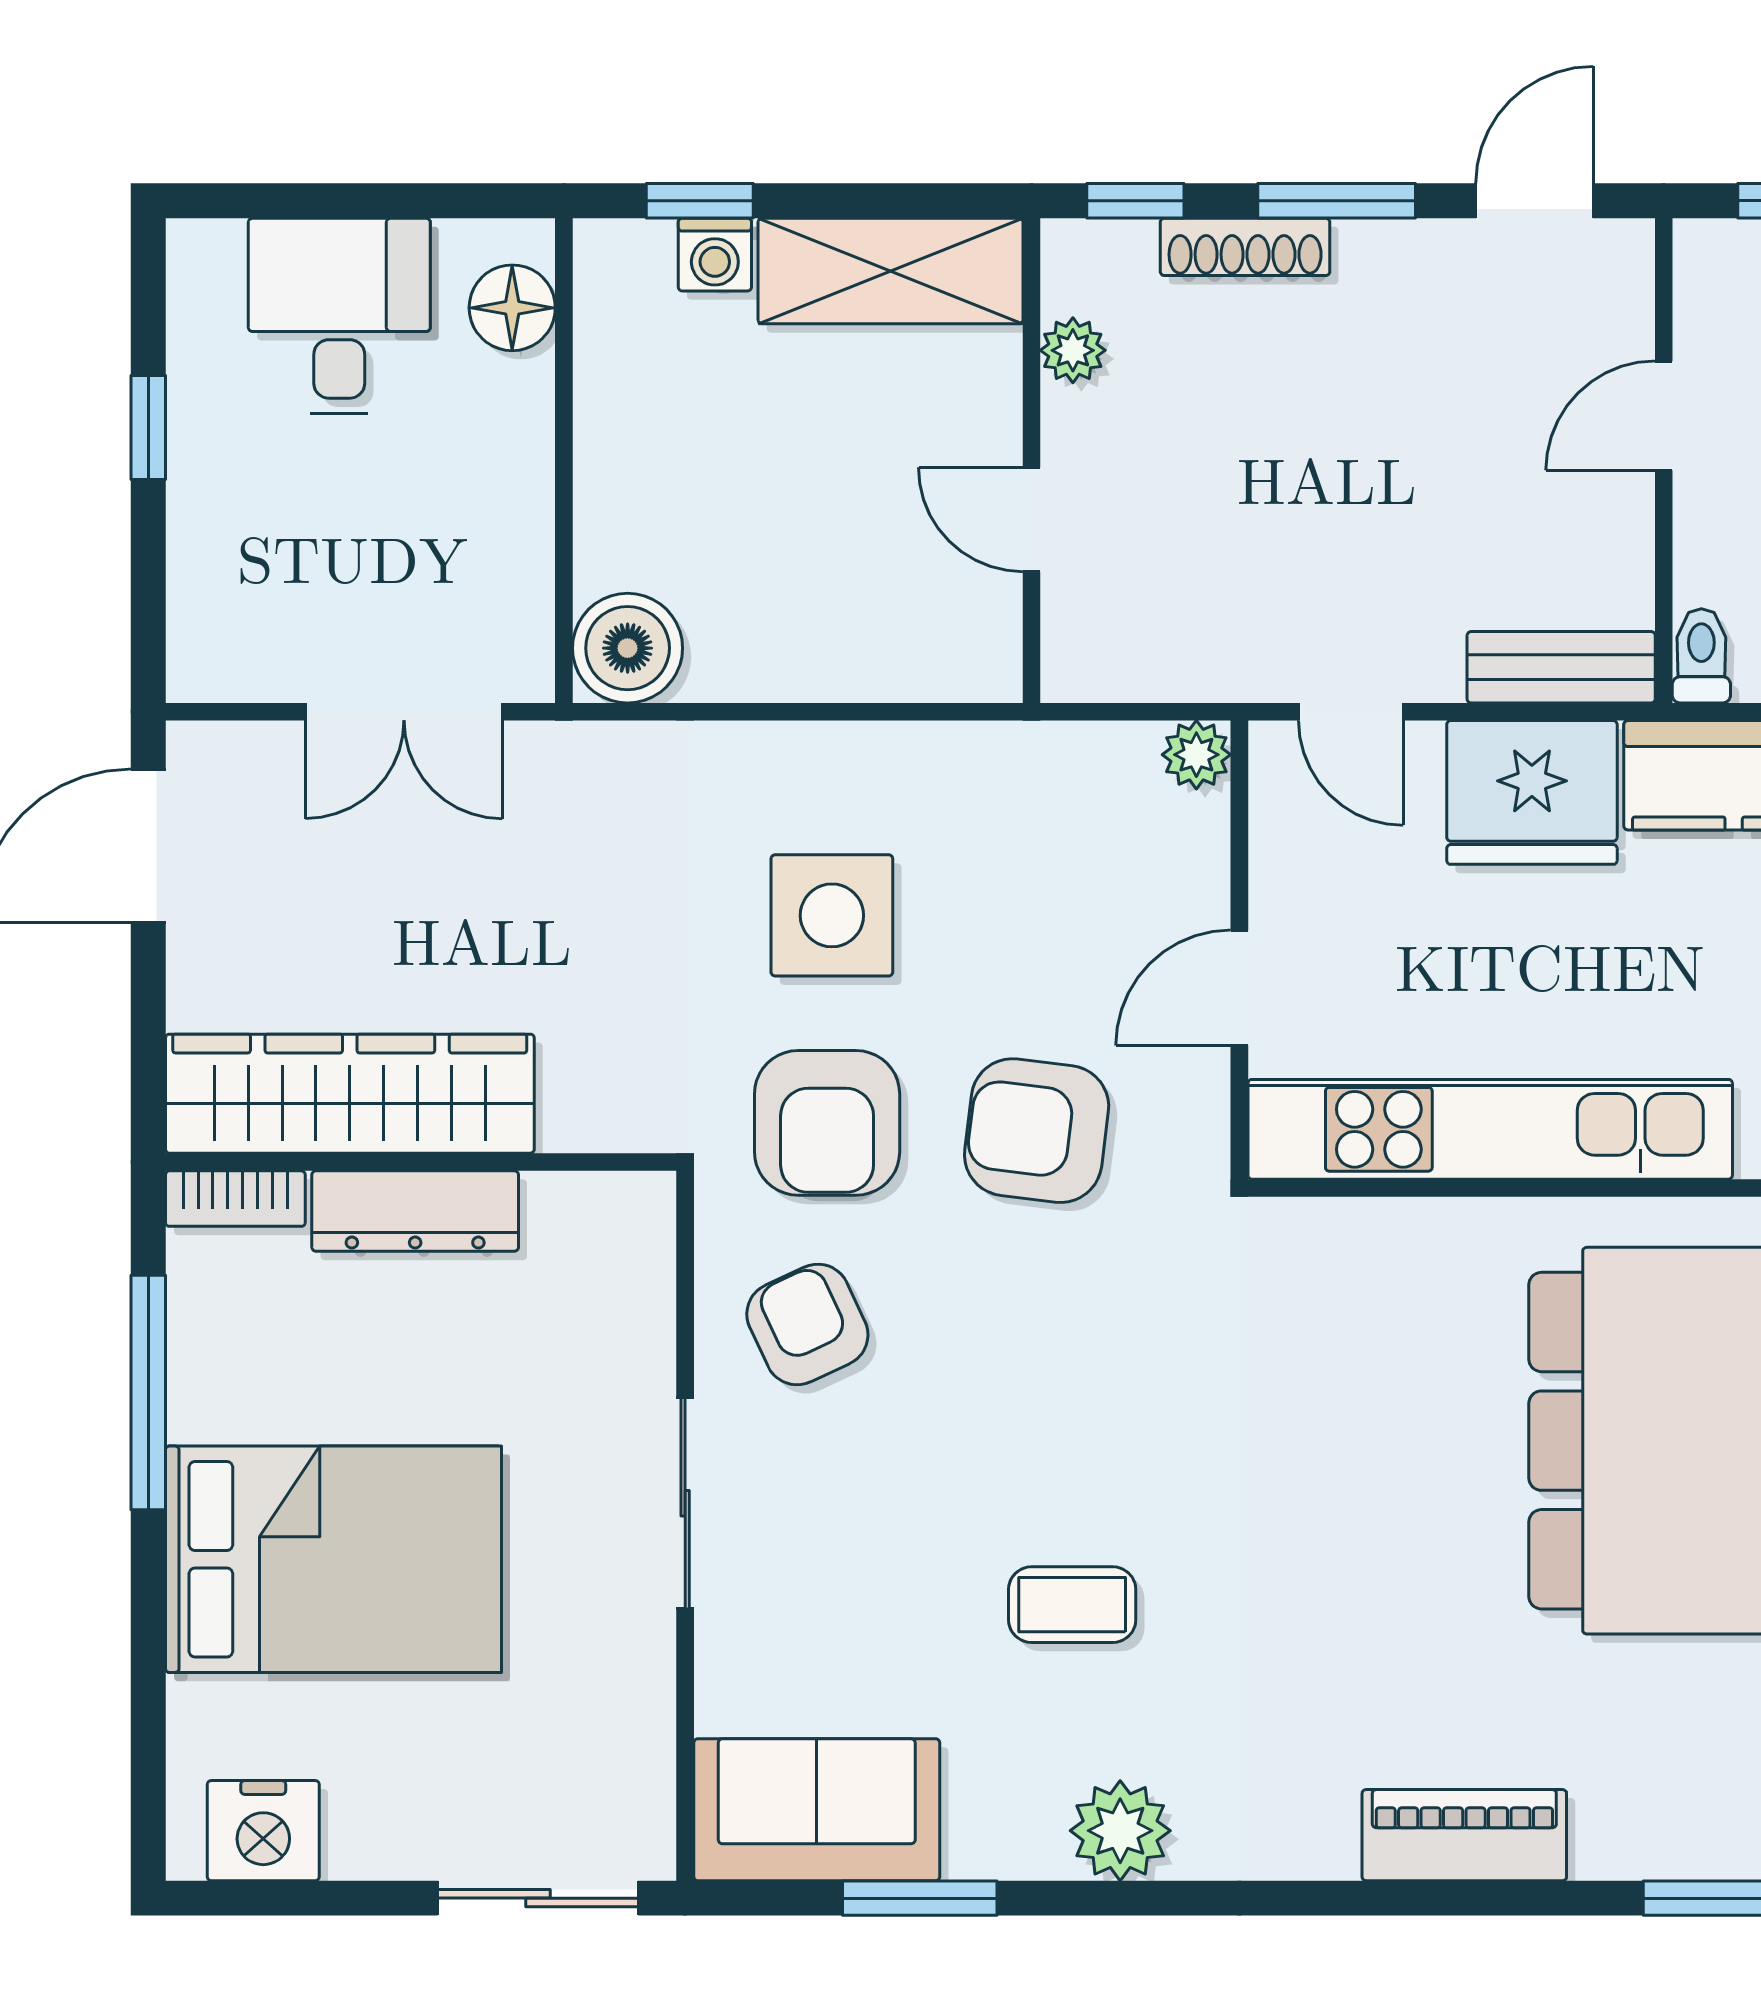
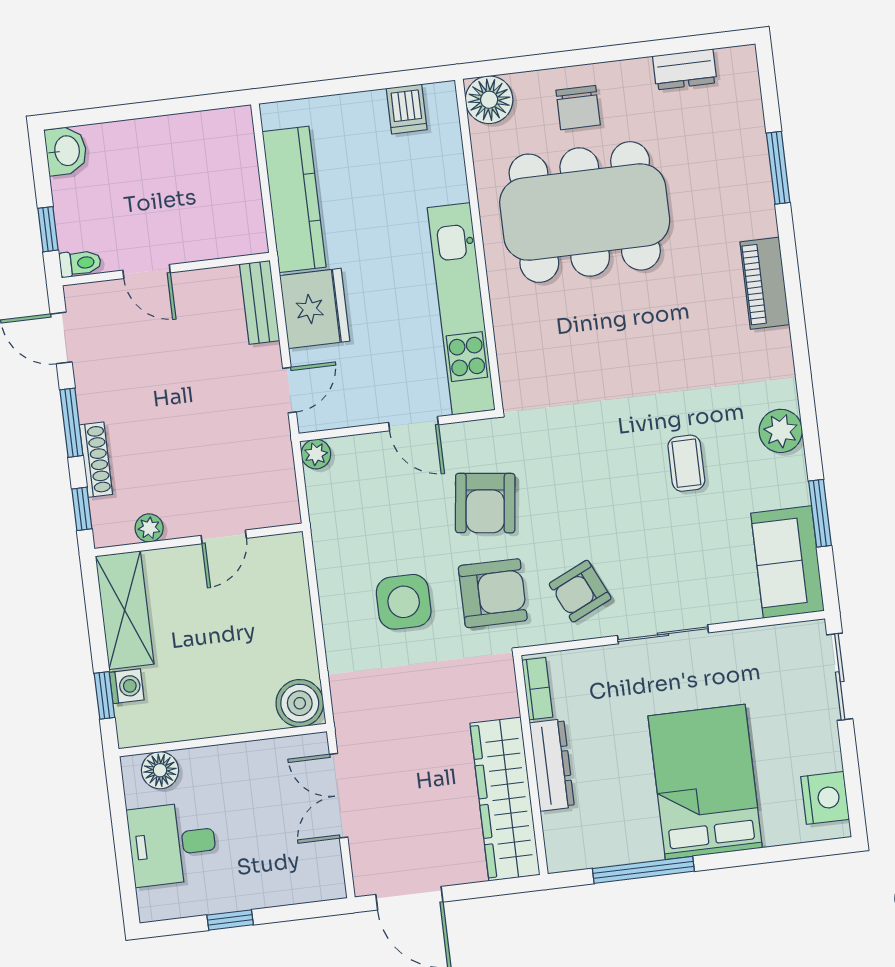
toilet: (1701, 656) -> (80, 263), moved, turned 180
double door: (404, 712) -> (339, 796), swing flipped
bookcase: (235, 1199) -> (537, 689), moved

